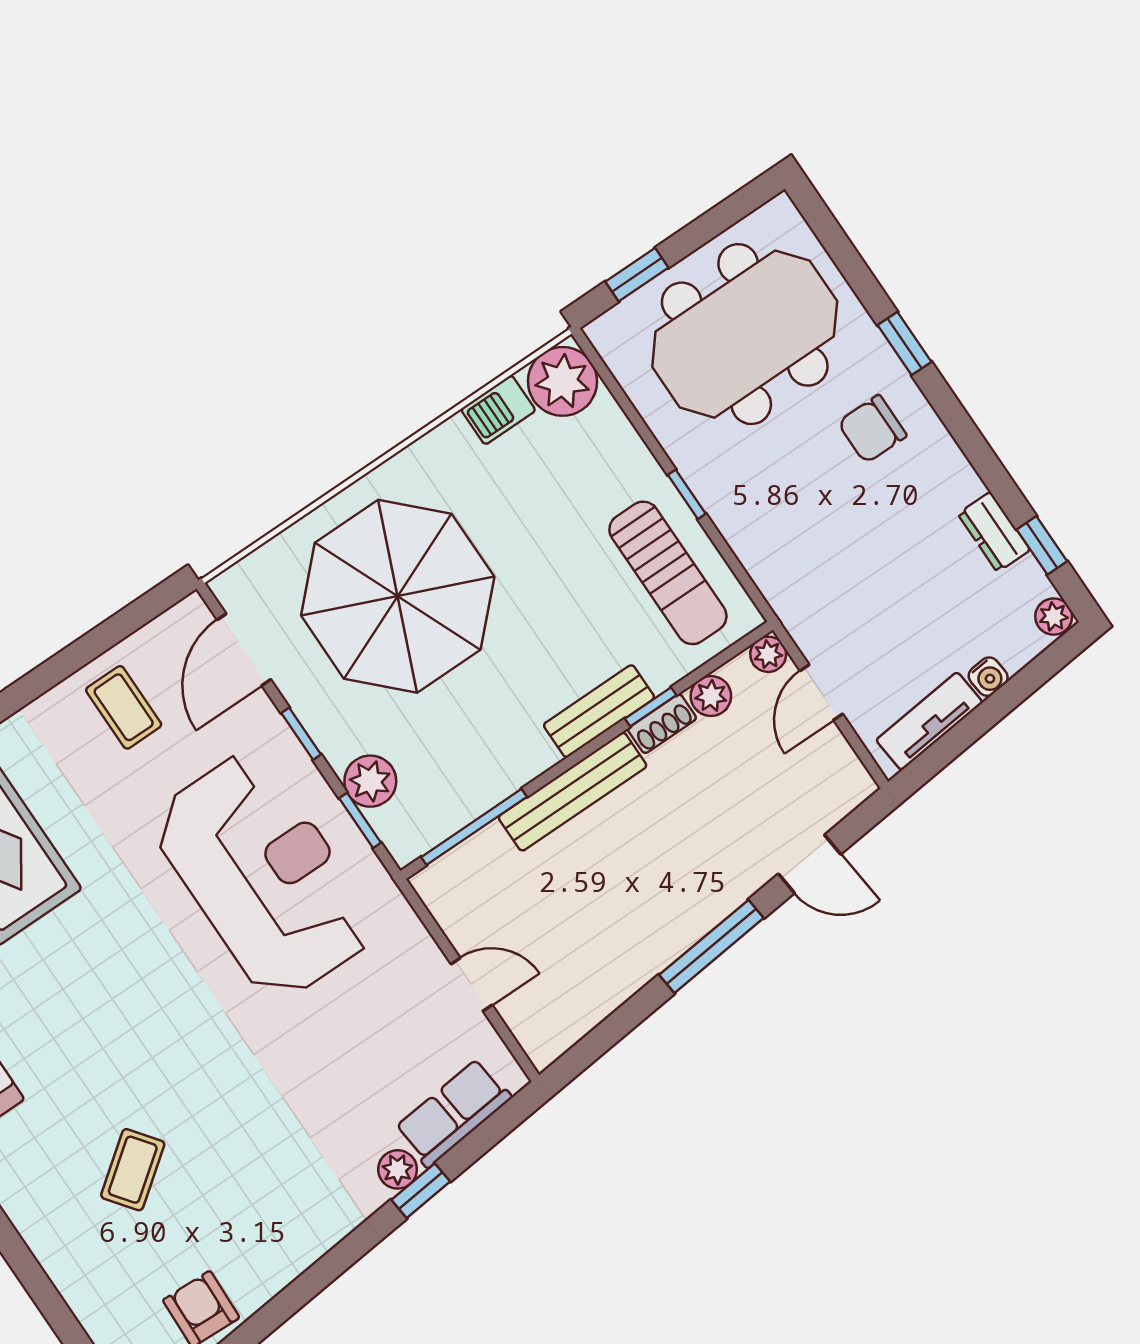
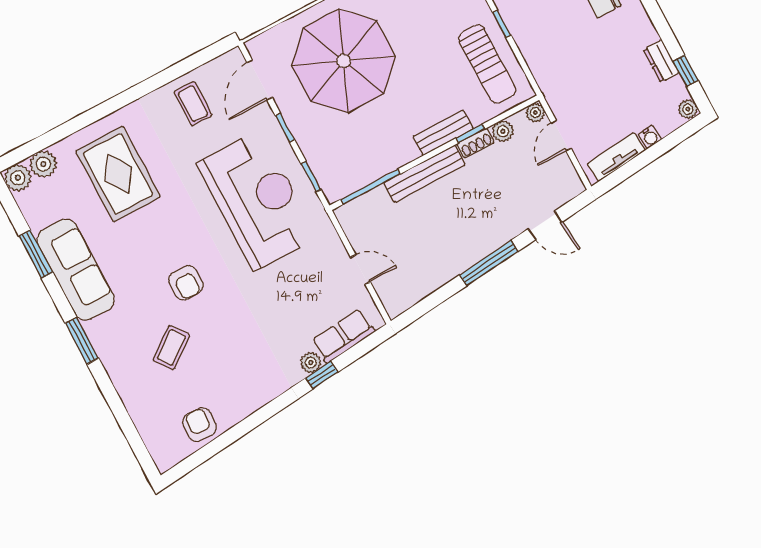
plant: (370, 781) -> (319, 157), removed
armchair: (147, 1045) -> (186, 283), added

